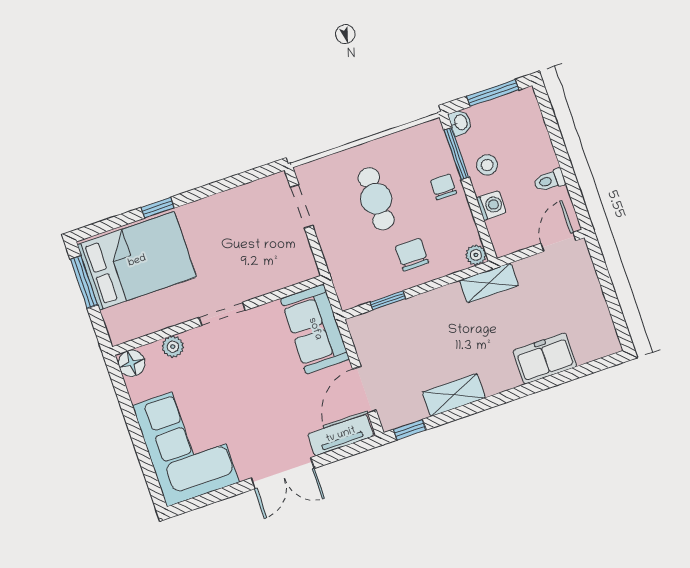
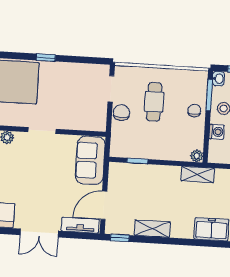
window: (158, 208) -> (46, 58), moved
chair: (412, 255) -> (121, 113), moved

